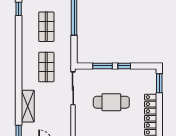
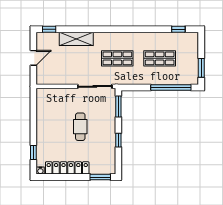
window: (102, 66) -> (118, 107), moved
cafe table: (111, 102) -> (80, 127), width x0.73, depth x0.74

